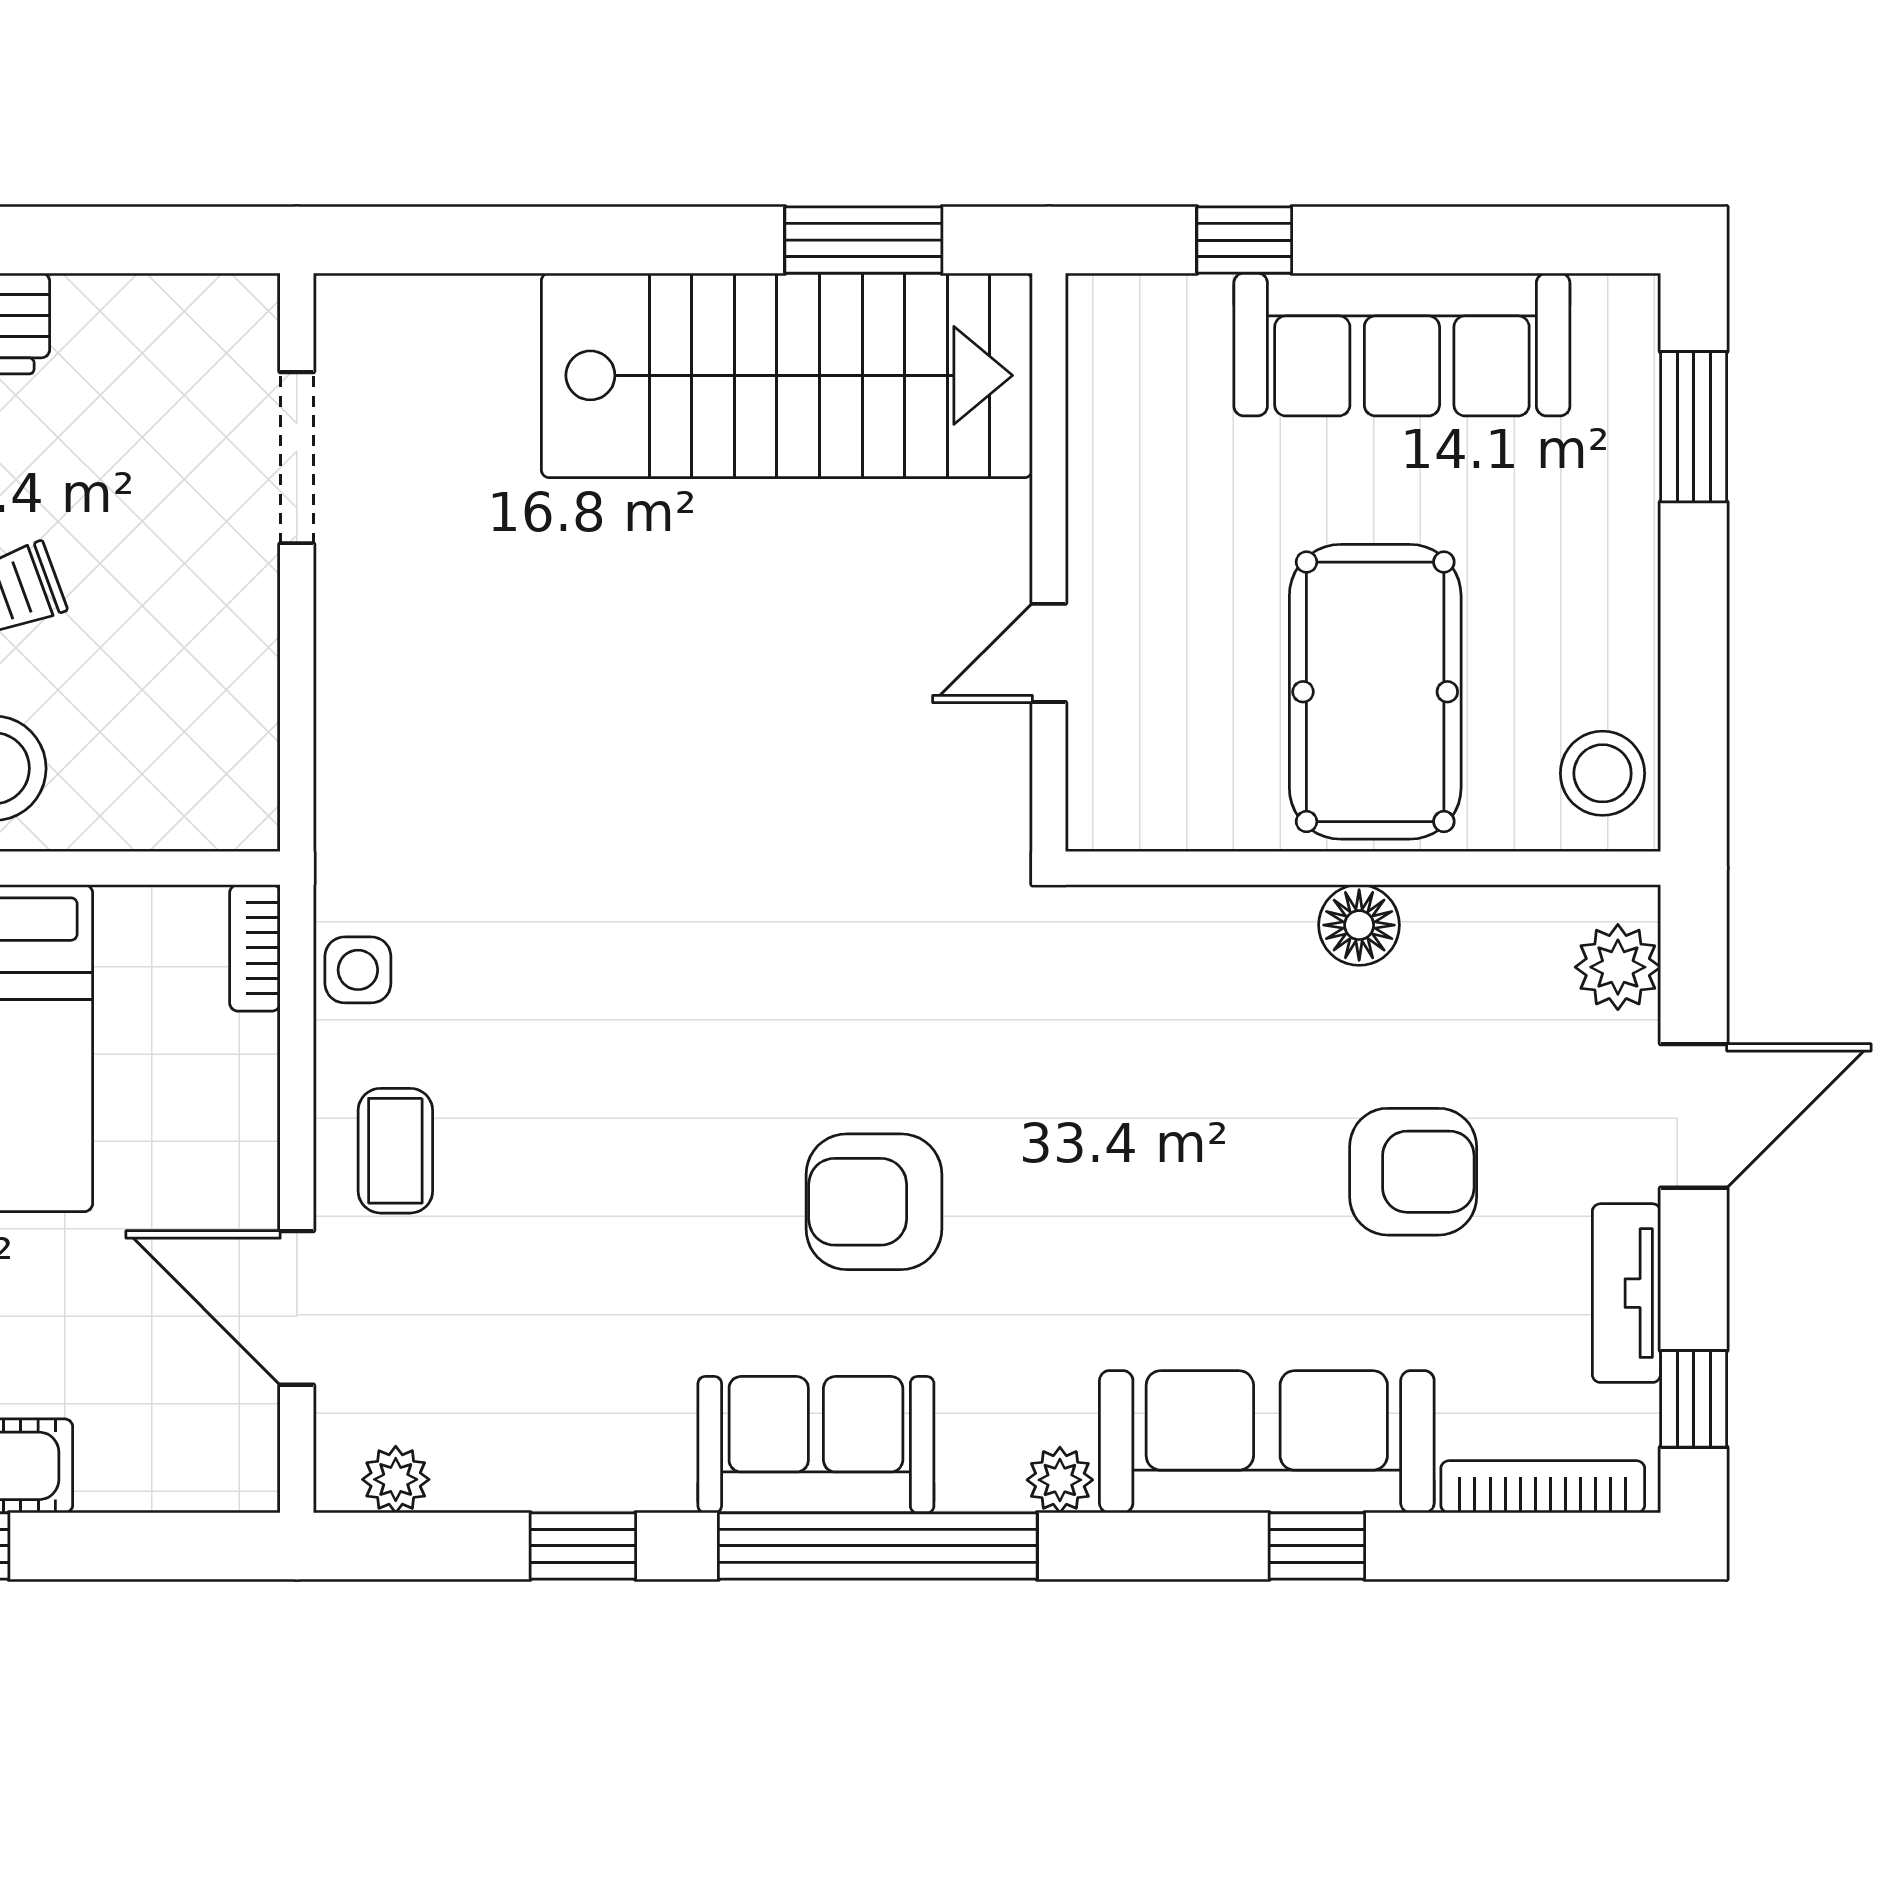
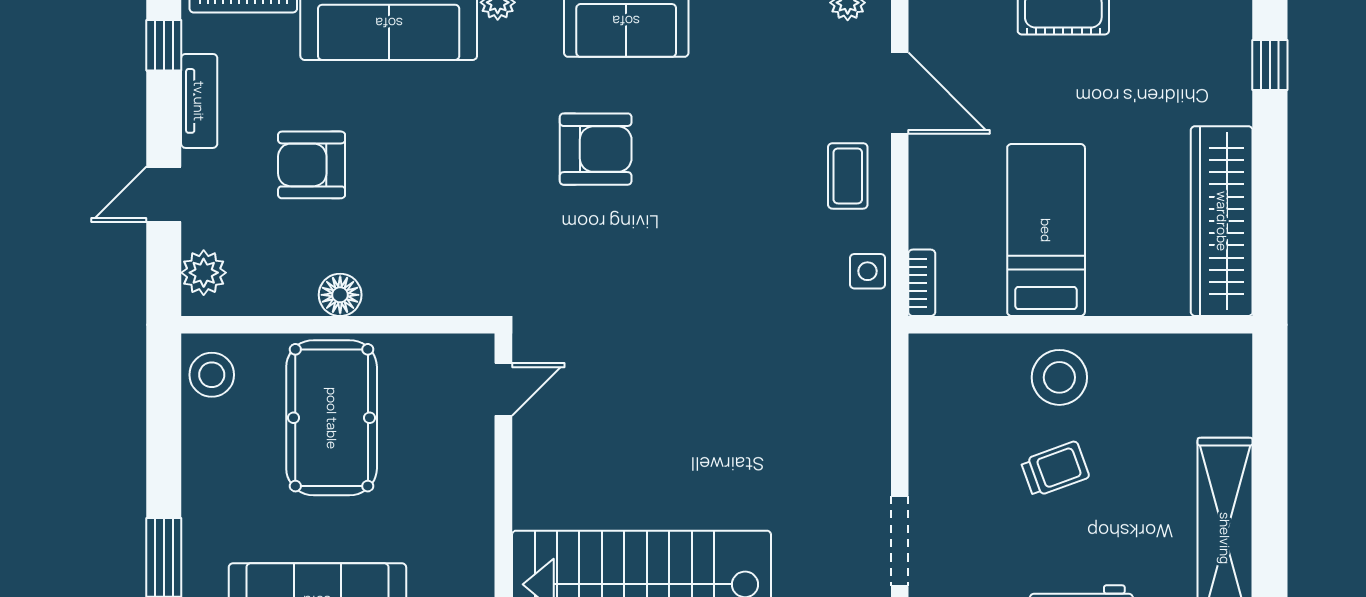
door: (1049, 653) -> (503, 389), moved
door: (1694, 1116) -> (164, 194), width x0.73

